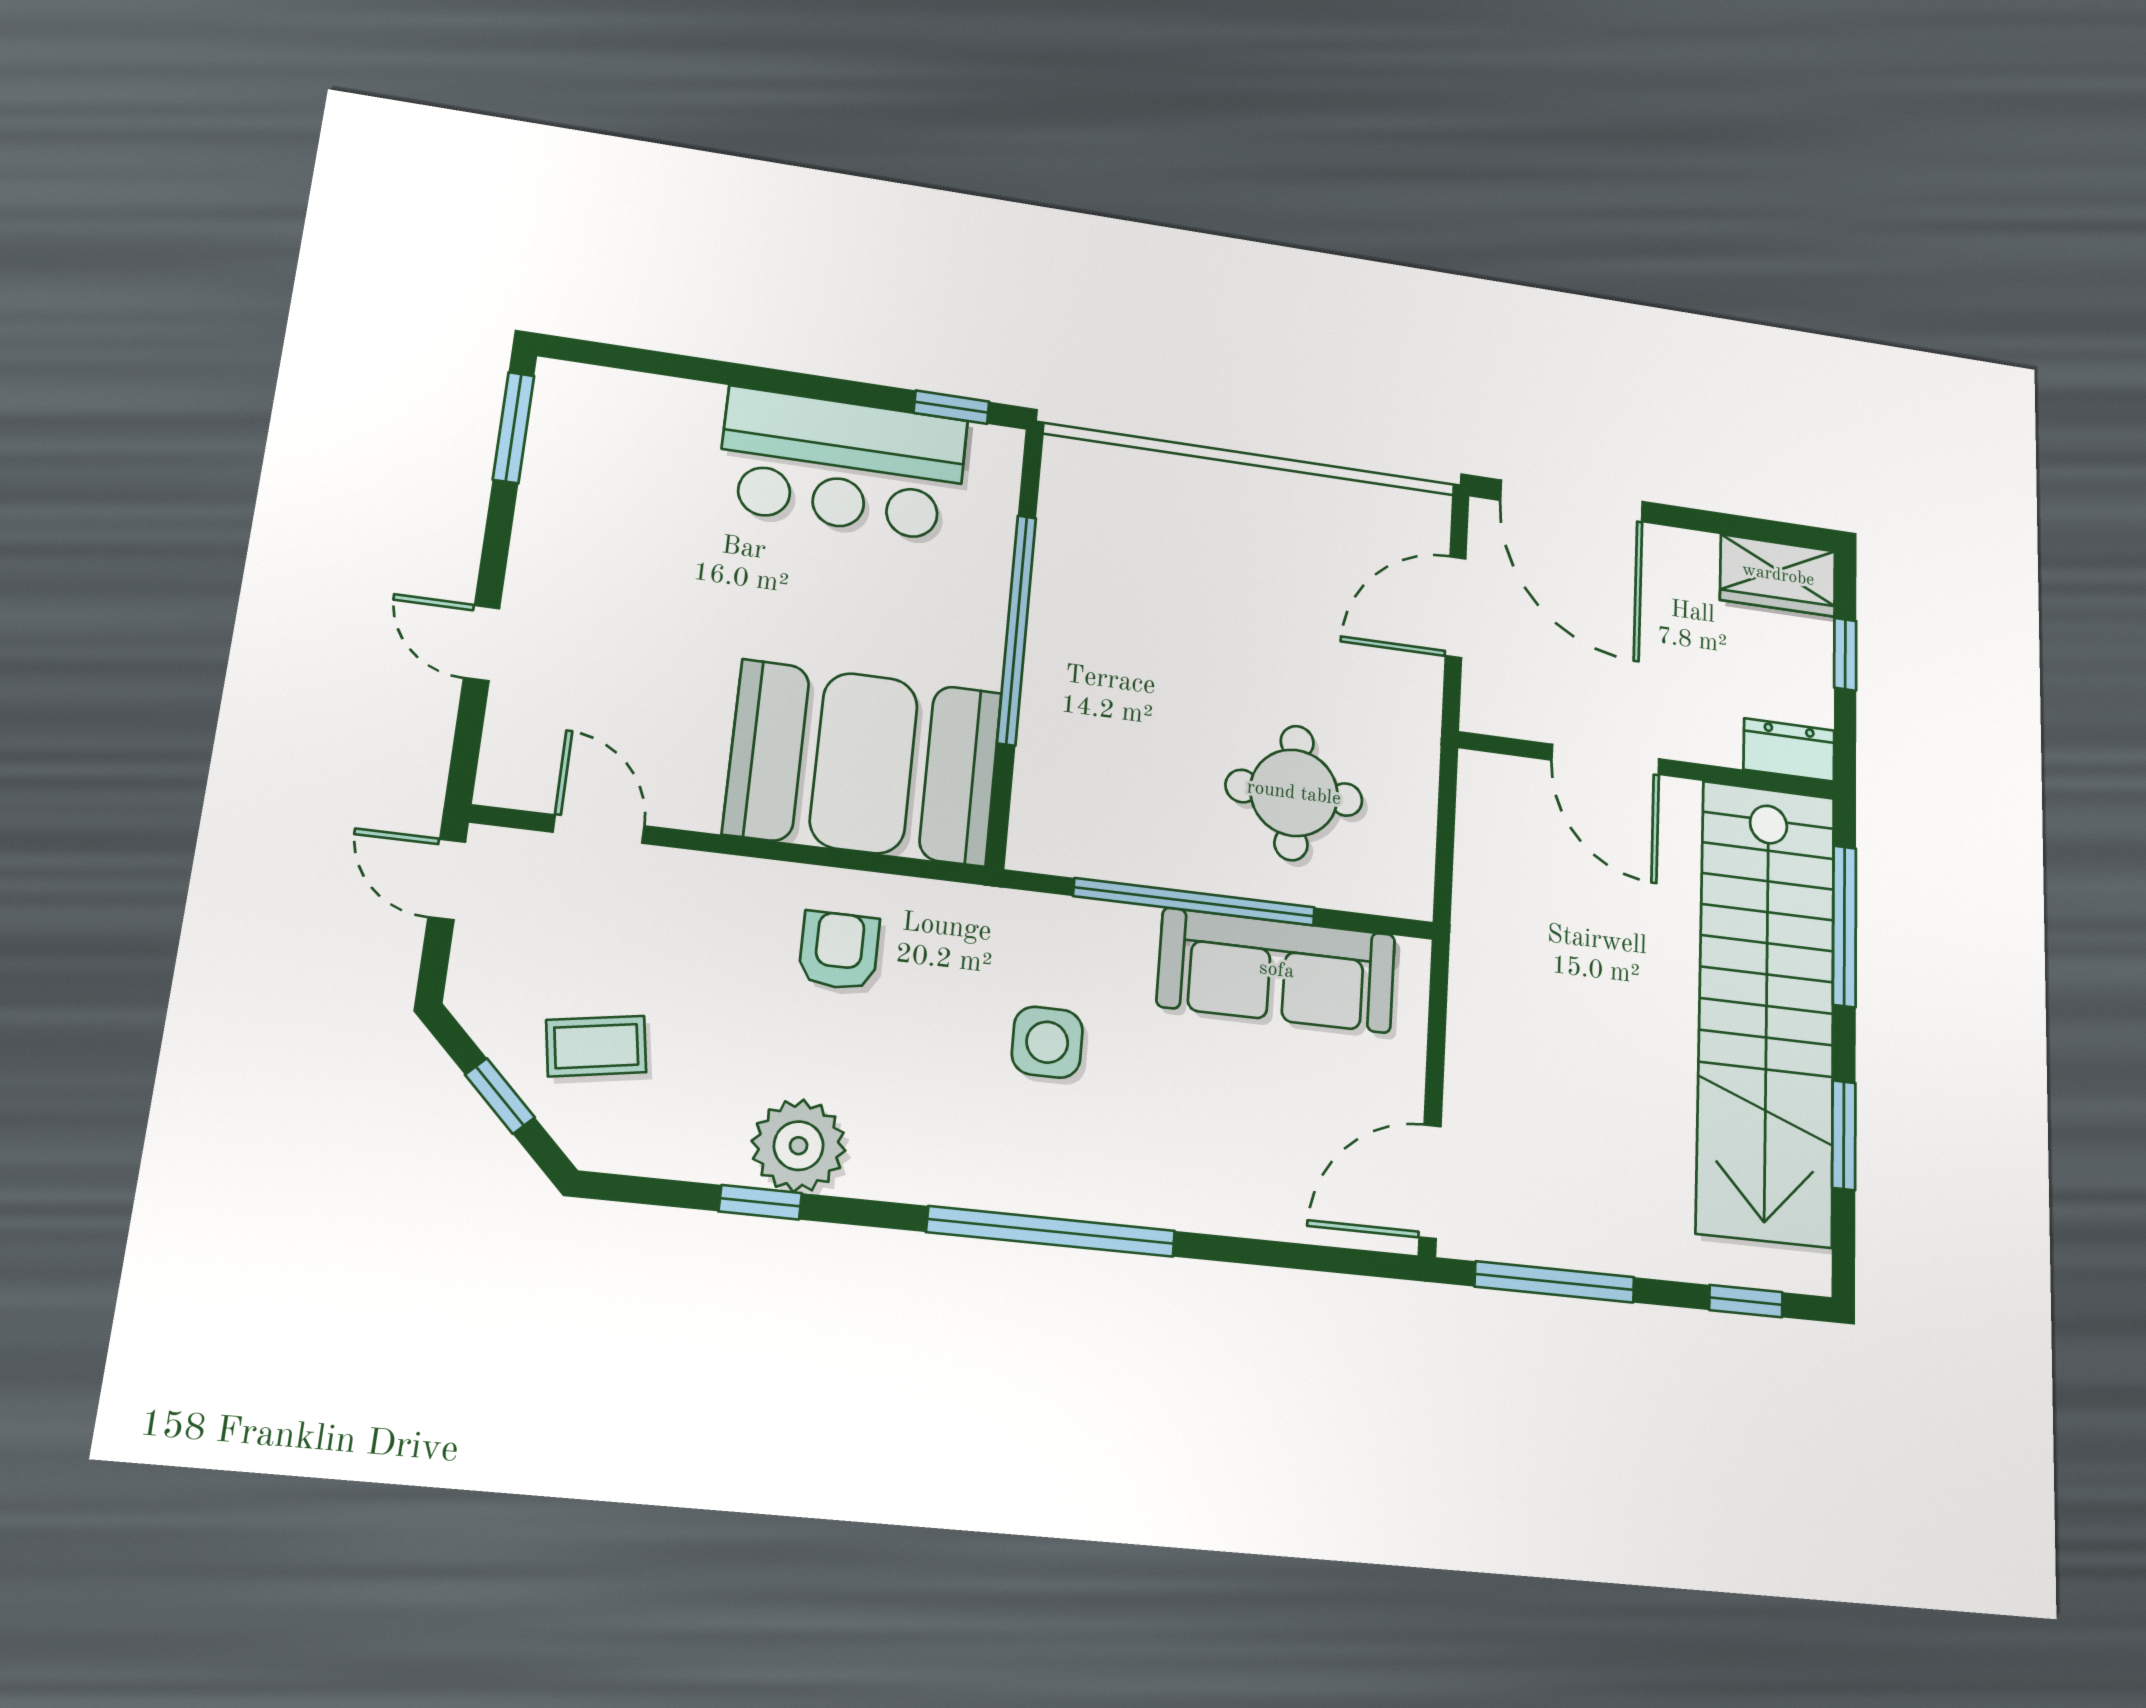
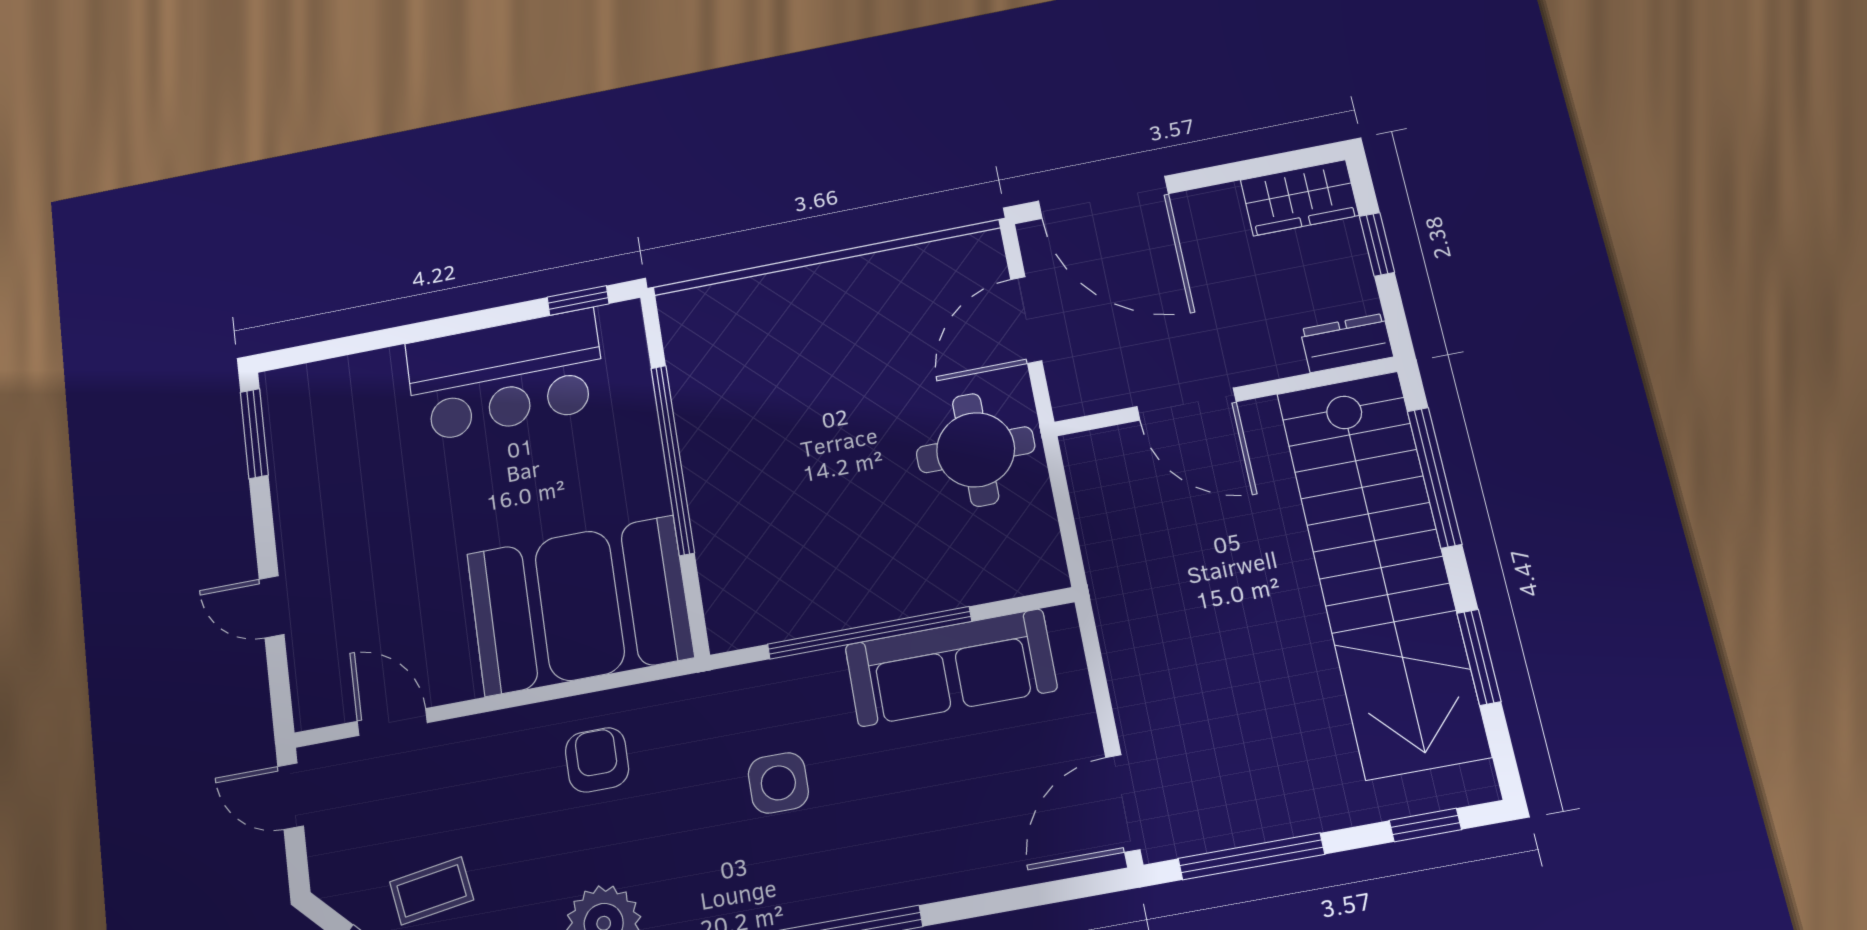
round table: (1294, 793) -> (976, 450), moved

